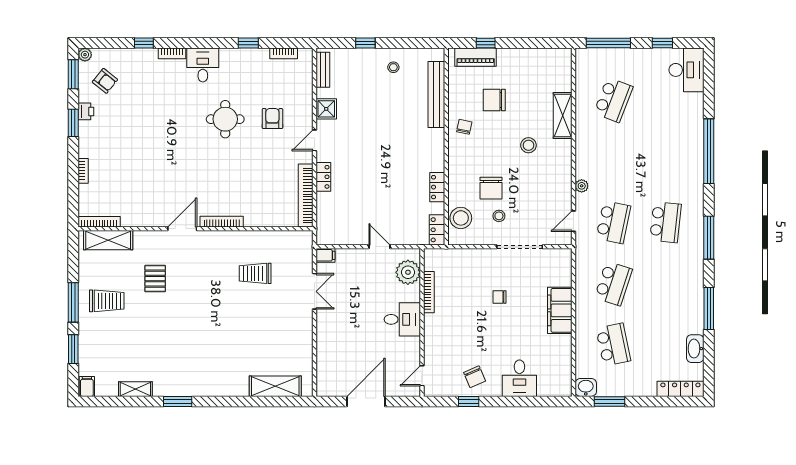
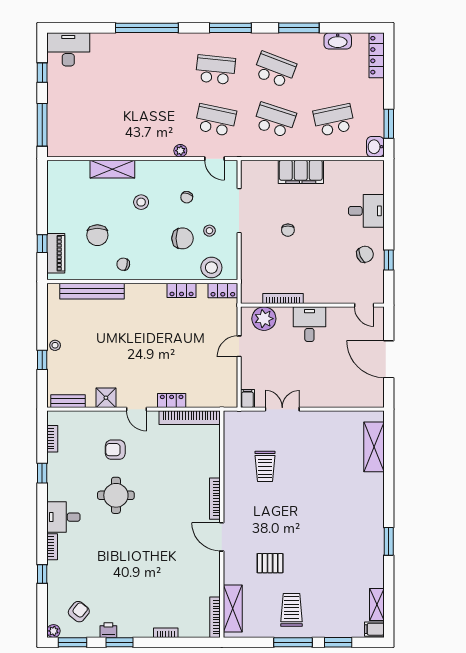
stool: (393, 67) -> (55, 345), moved
school desk: (613, 100) -> (275, 70), moved
chair: (534, 192) -> (187, 197), added
shelving: (135, 389) -> (377, 604), moved

